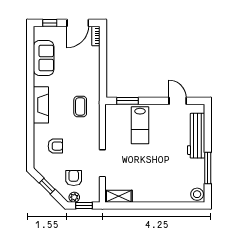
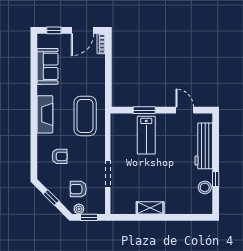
window: (128, 101) -> (144, 110), moved
coffee table: (80, 106) -> (85, 116), width x1.86, depth x1.72
window: (208, 168) -> (216, 179), width x0.46
armchair: (74, 178) -> (78, 189), turned -90
stool: (197, 194) -> (205, 187), moved
shelving: (119, 196) -> (150, 208), moved

